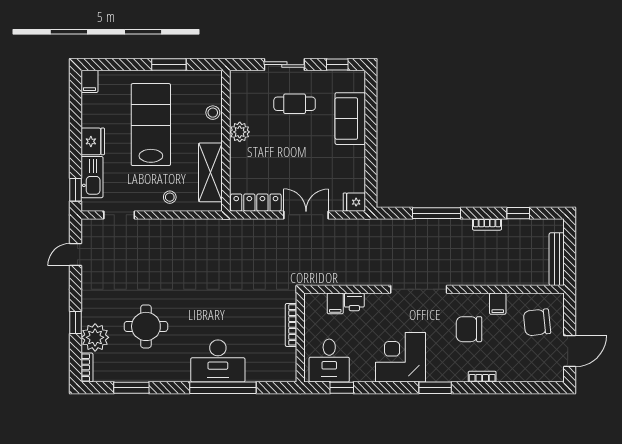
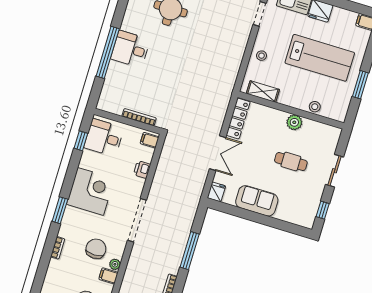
cafe table: (295, 104) -> (291, 162), moved, turned 90
sofa: (350, 119) -> (257, 201), moved
shelving: (210, 172) -> (263, 91), width x0.67, depth x0.75
plant: (481, 300) -> (115, 264), added
filing cabinet: (335, 303) -> (150, 140), moved
desk: (218, 361) -> (130, 49), width x0.73

